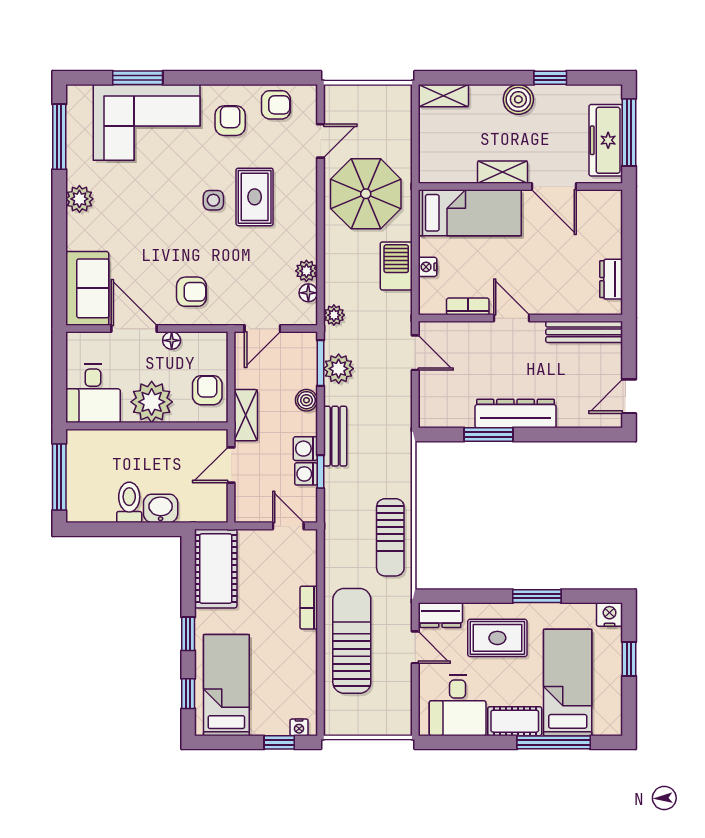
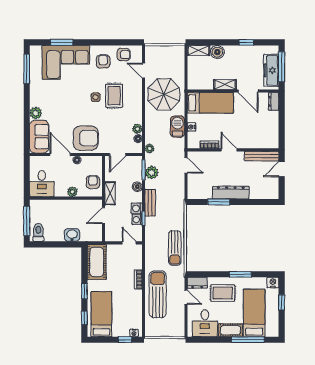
boiler: (518, 99) -> (217, 52), moved
door: (320, 141) -> (144, 71), swing flipped
plant: (79, 199) -> (36, 113), moved
dresser: (611, 279) -> (274, 101), moved
armchair: (191, 292) -> (86, 138), width x1.88, depth x1.88
door: (629, 396) -> (282, 169), moved
plant: (152, 402) -> (72, 192), width x0.53, depth x0.53
toilet: (129, 502) -> (38, 232), moved

